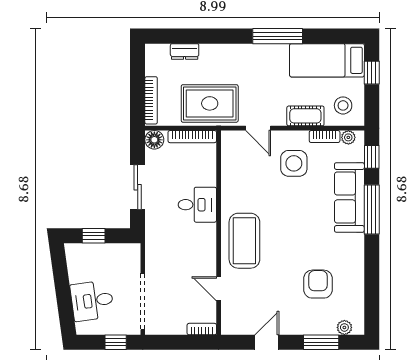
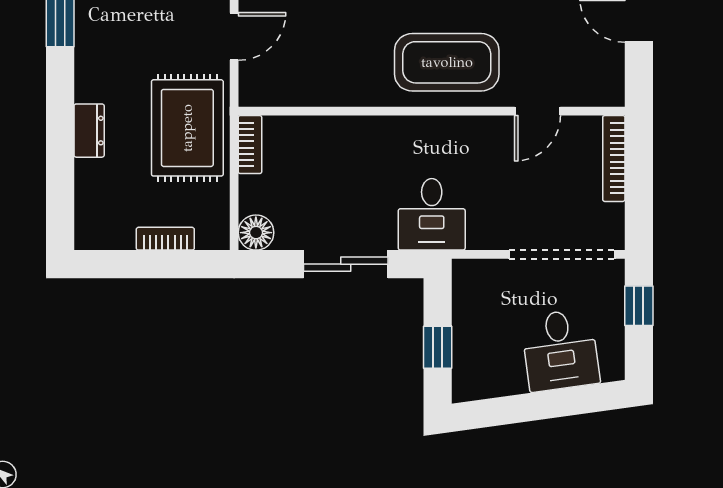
dresser: (185, 51) -> (89, 131), moved
bookcase: (151, 100) -> (165, 239), width x0.64
bookcase: (192, 137) -> (250, 145), width x0.64
desk: (197, 205) -> (432, 214), moved, turned 180
bookcase: (202, 329) -> (614, 158), width x1.56

